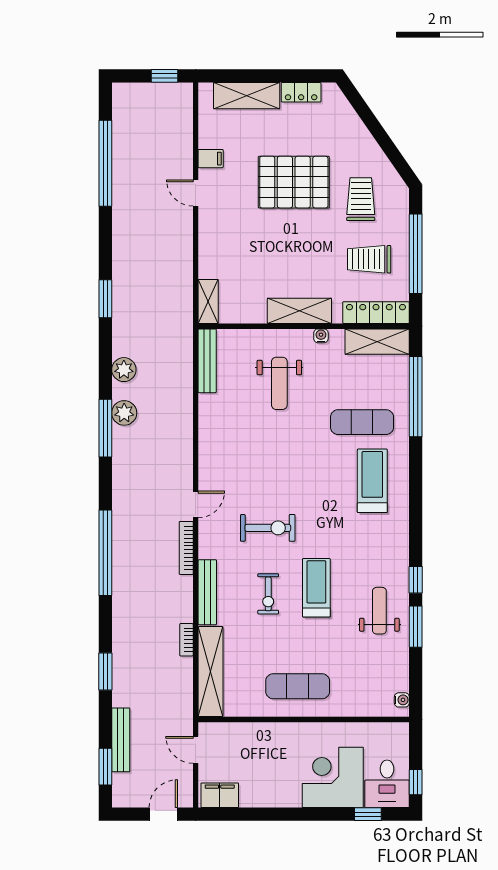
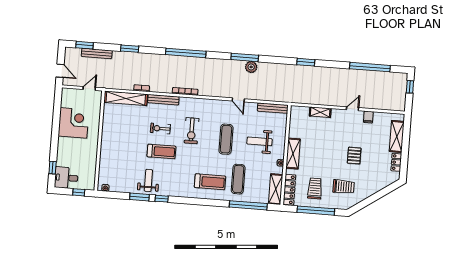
window: (164, 76) -> (410, 87), moved
pallet: (294, 182) -> (354, 156), width x0.49, depth x0.50
shelving: (208, 301) -> (320, 112), moved
plant: (124, 370) -> (272, 68), removed
door: (196, 504) -> (238, 100), moved
weight bench: (379, 611) -> (148, 180), turned -90
exercise mat: (298, 686) -> (226, 139), moved
corner desk: (333, 777) -> (74, 123), moved
window: (416, 782) -> (79, 192), moved
filing cabinet: (220, 795) -> (67, 98), removed

